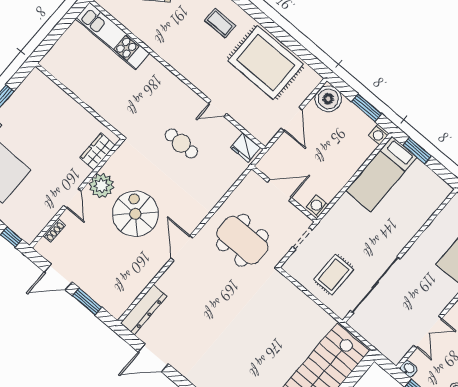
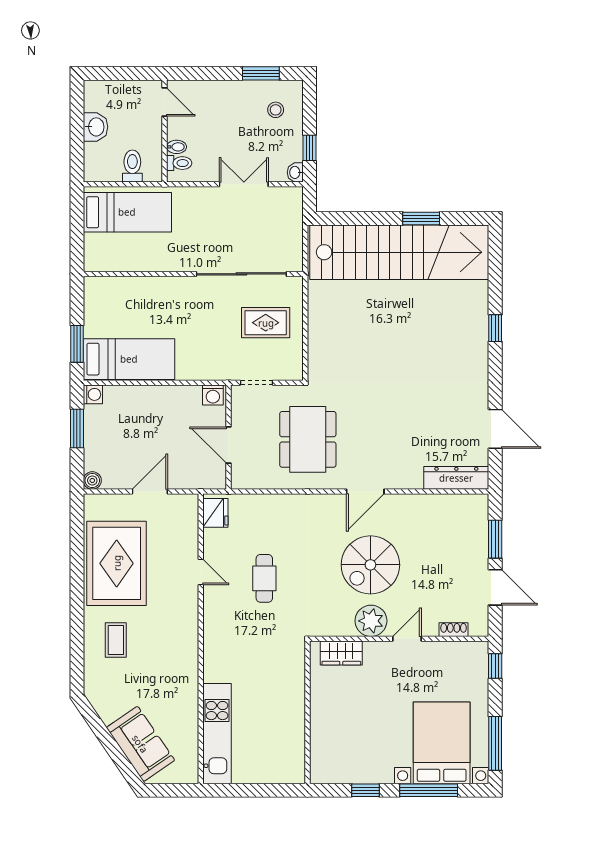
boiler: (328, 99) -> (92, 480), width x0.54, depth x0.54

